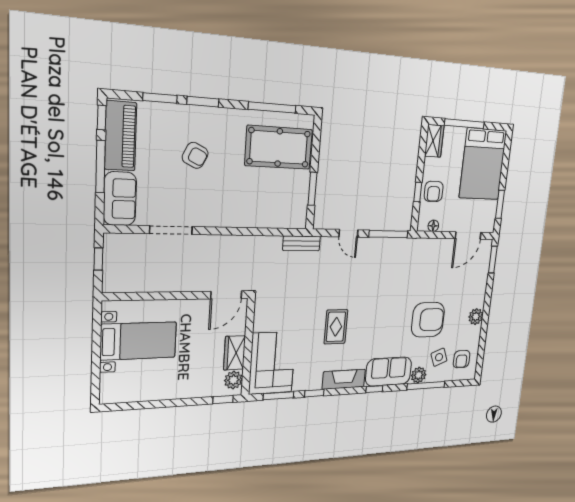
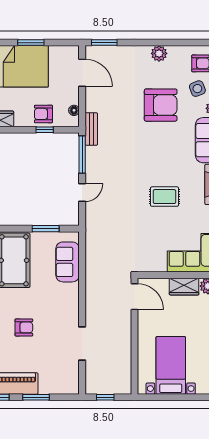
armchair: (195, 155) -> (24, 327), turned 64
window: (101, 167) -> (36, 397), width x0.69
armchair: (434, 191) -> (43, 114), turned 180
sofa: (120, 199) -> (68, 262), moved, turned -90
window: (500, 204) -> (31, 43), moved
bench: (302, 243) -> (91, 129), moved
armchair: (428, 320) -> (161, 105), turned 90

